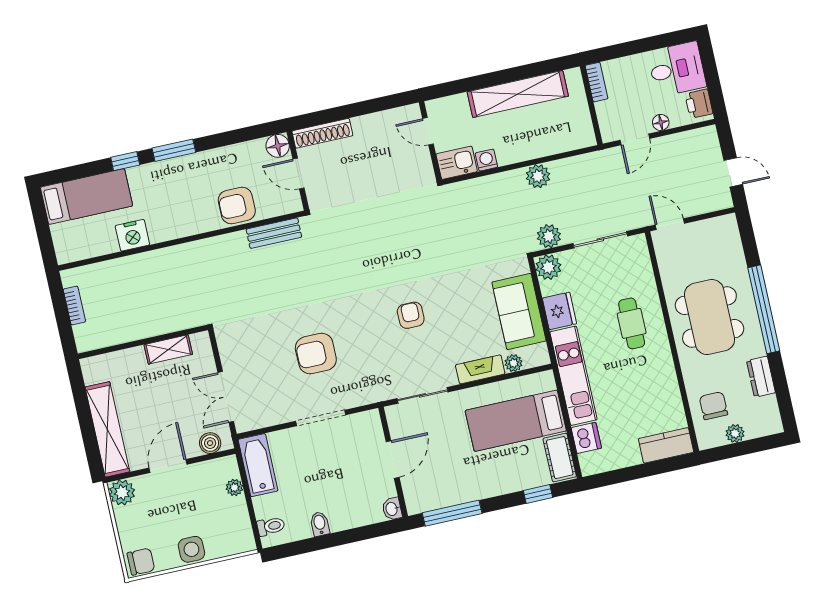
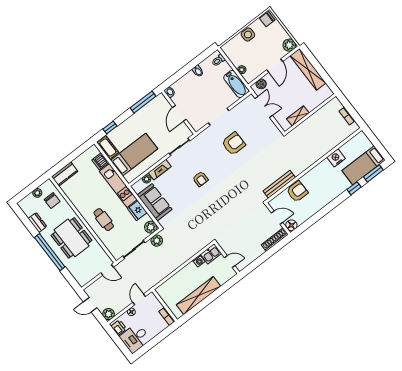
window: (174, 150) -> (373, 173), moved
plant: (538, 176) -> (109, 314), moved
bench: (274, 233) -> (279, 184), width x1.36

